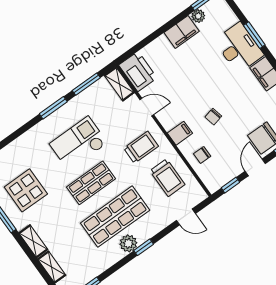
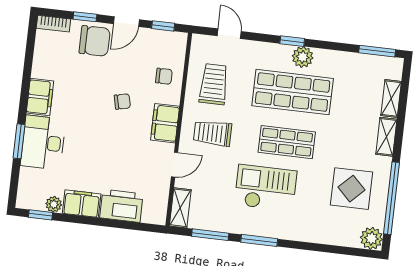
printer: (138, 72) -> (121, 206), moved, turned 90
door: (147, 107) -> (175, 165), swing flipped
filing cabinet: (180, 133) -> (165, 123), width x2.00
checkout: (78, 143) -> (266, 188), turned 180

